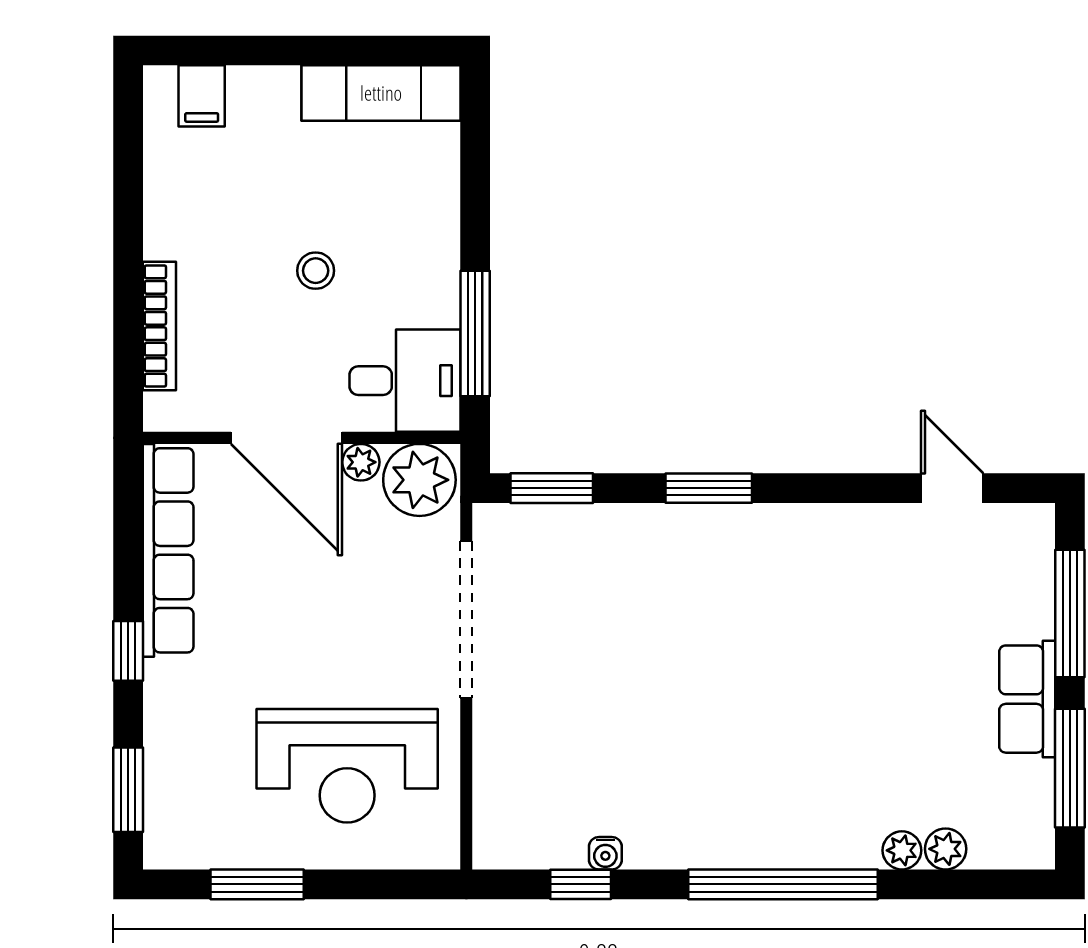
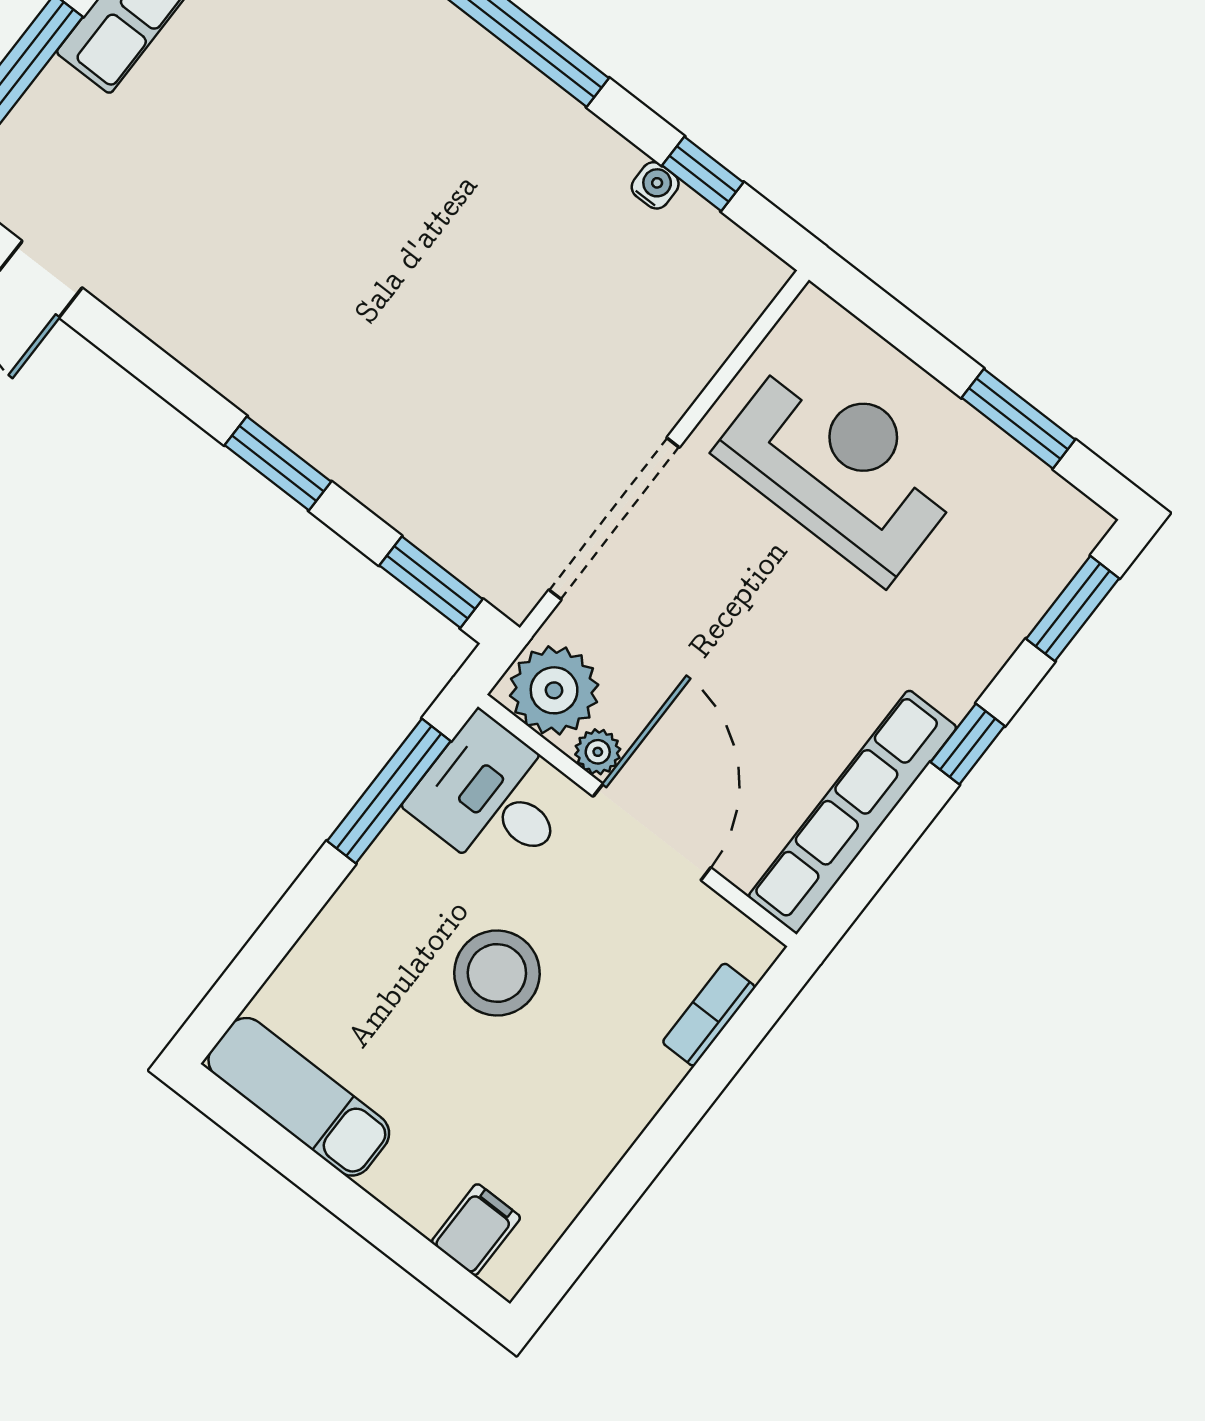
stool: (316, 271) -> (497, 973), width x1.89, depth x1.89
bookcase: (159, 326) -> (709, 1015), width x0.64

